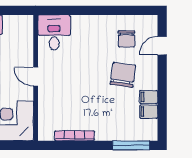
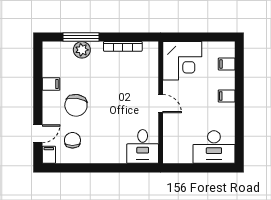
filing cabinet: (149, 112) -> (49, 155), moved, turned -90
plant: (117, 132) -> (82, 50), added
window: (131, 145) -> (81, 37), moved

